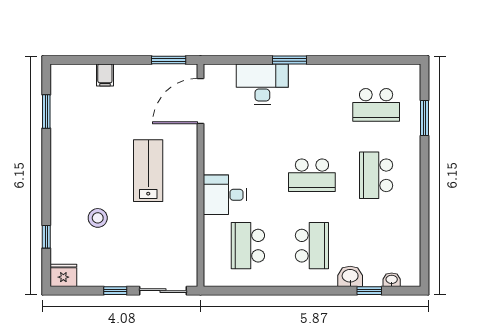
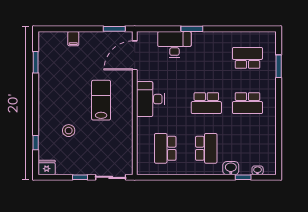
school desk: (376, 105) -> (247, 58), turned 180
school desk: (376, 175) -> (247, 103), turned -90
desk: (225, 195) -> (150, 99), moved, width x1.37

